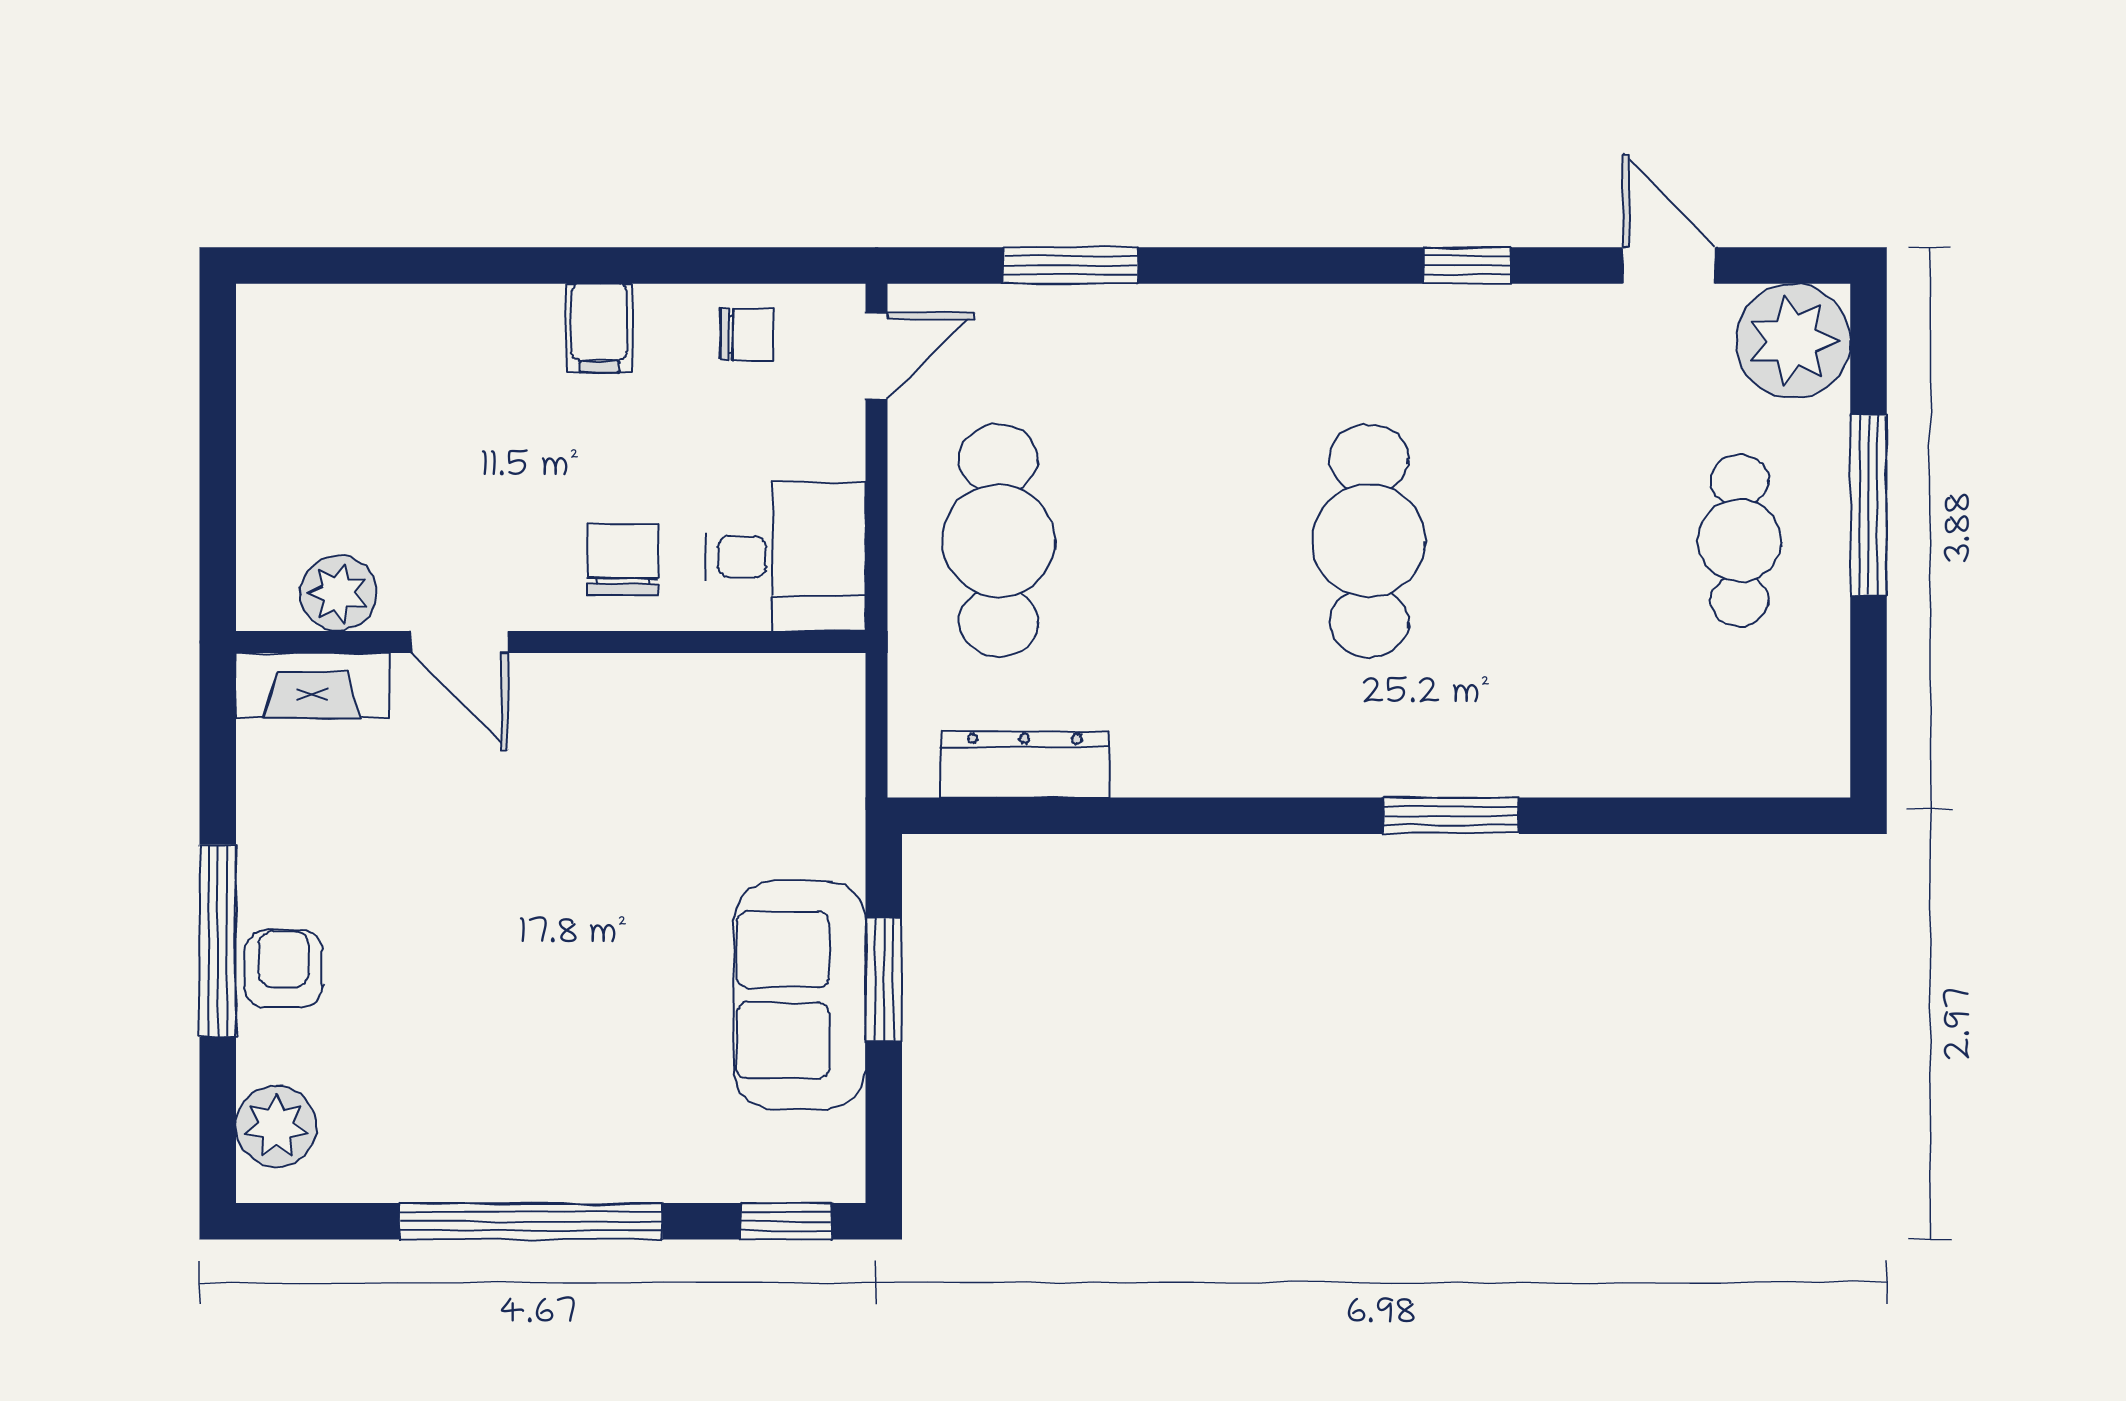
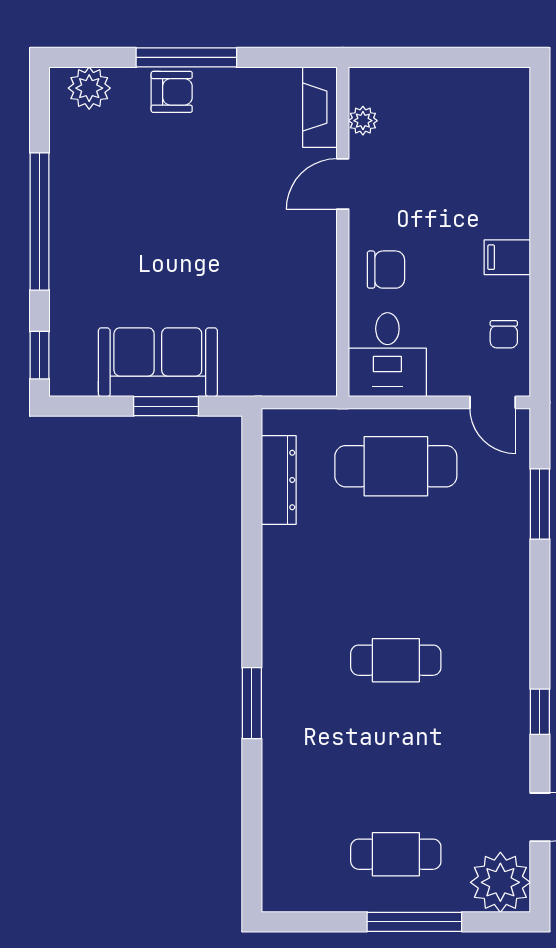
cafe table: (1369, 541) -> (396, 660), width x0.73, depth x0.74
plant: (338, 593) -> (363, 121), width x0.73, depth x0.73

